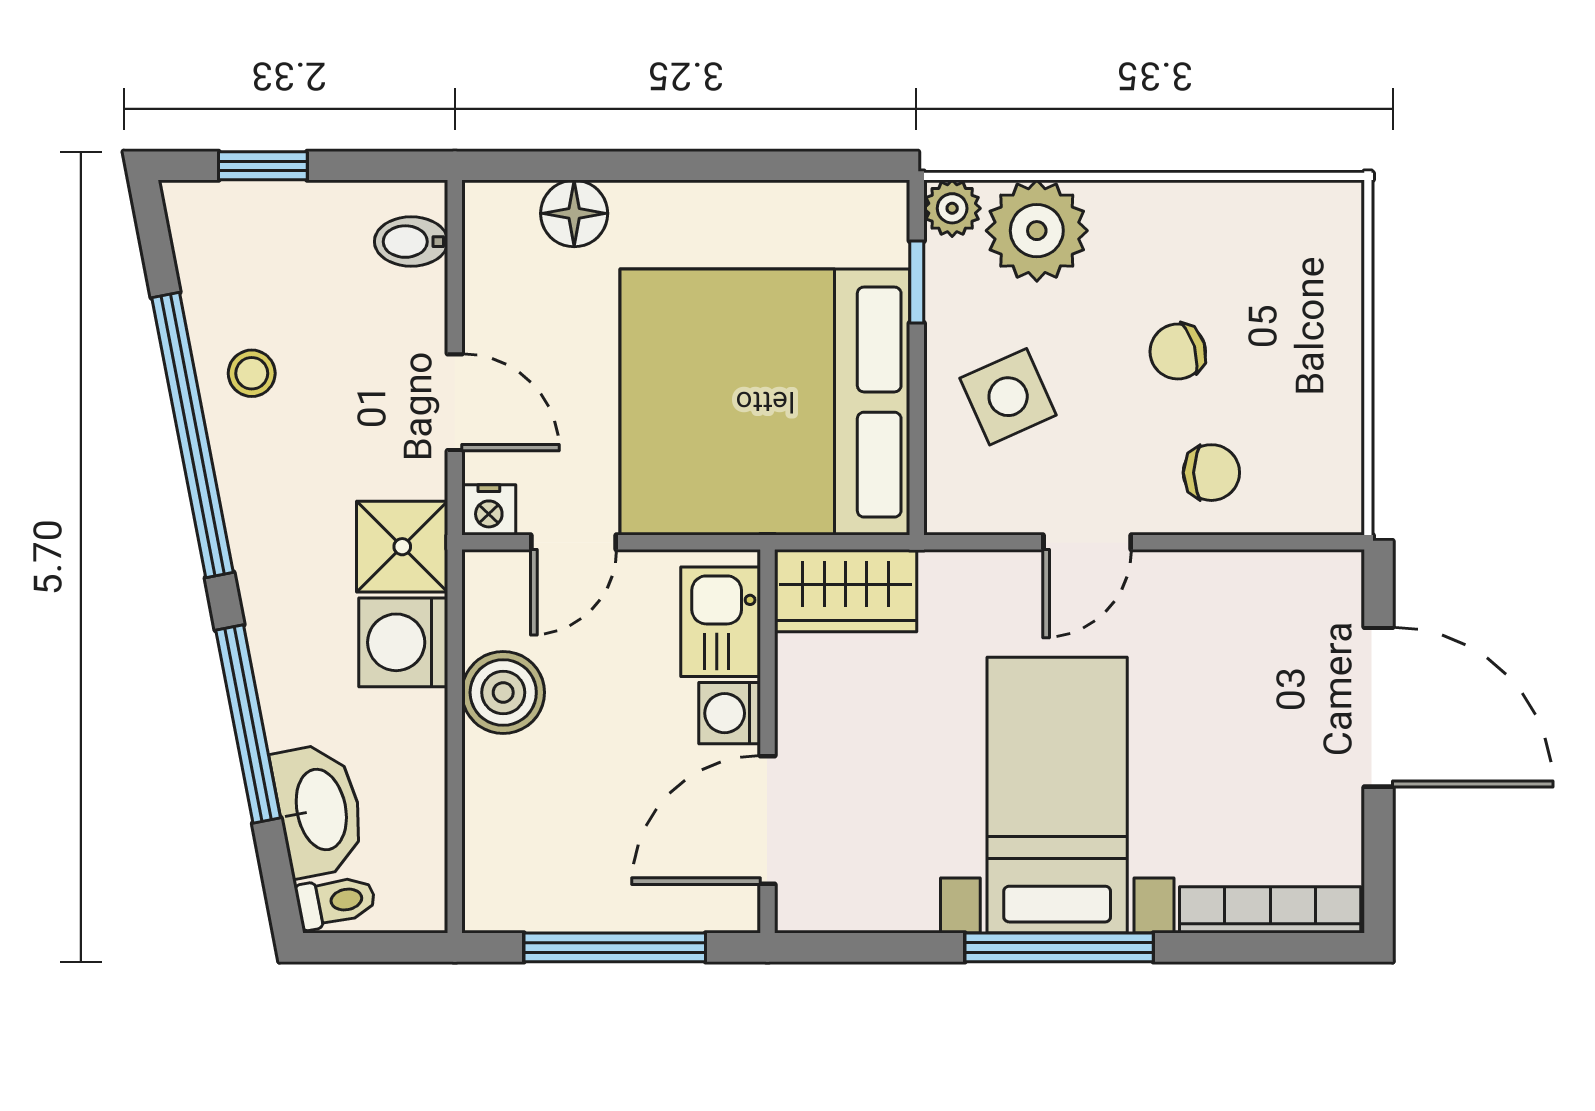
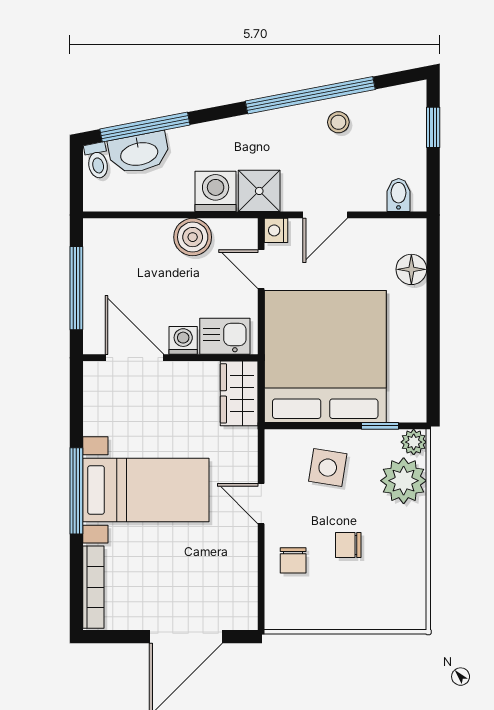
chair: (1178, 352) -> (348, 545), turned -73
side table: (1008, 397) -> (328, 468), turned 33
window: (248, 724) -> (145, 127), moved

